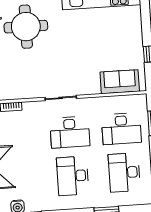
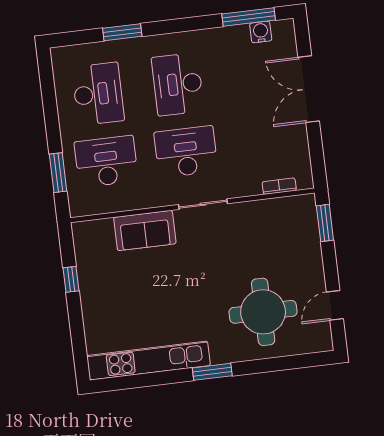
sofa: (120, 82) -> (145, 230), moved
desk: (73, 176) -> (178, 84), turned 180

